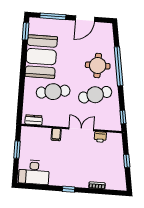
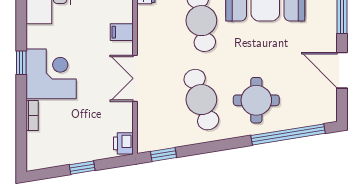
window: (119, 66) -> (288, 134), moved
double door: (81, 129) -> (135, 78), swing flipped
printer: (100, 137) -> (123, 143), moved
corner desk: (76, 174) -> (51, 74), added

